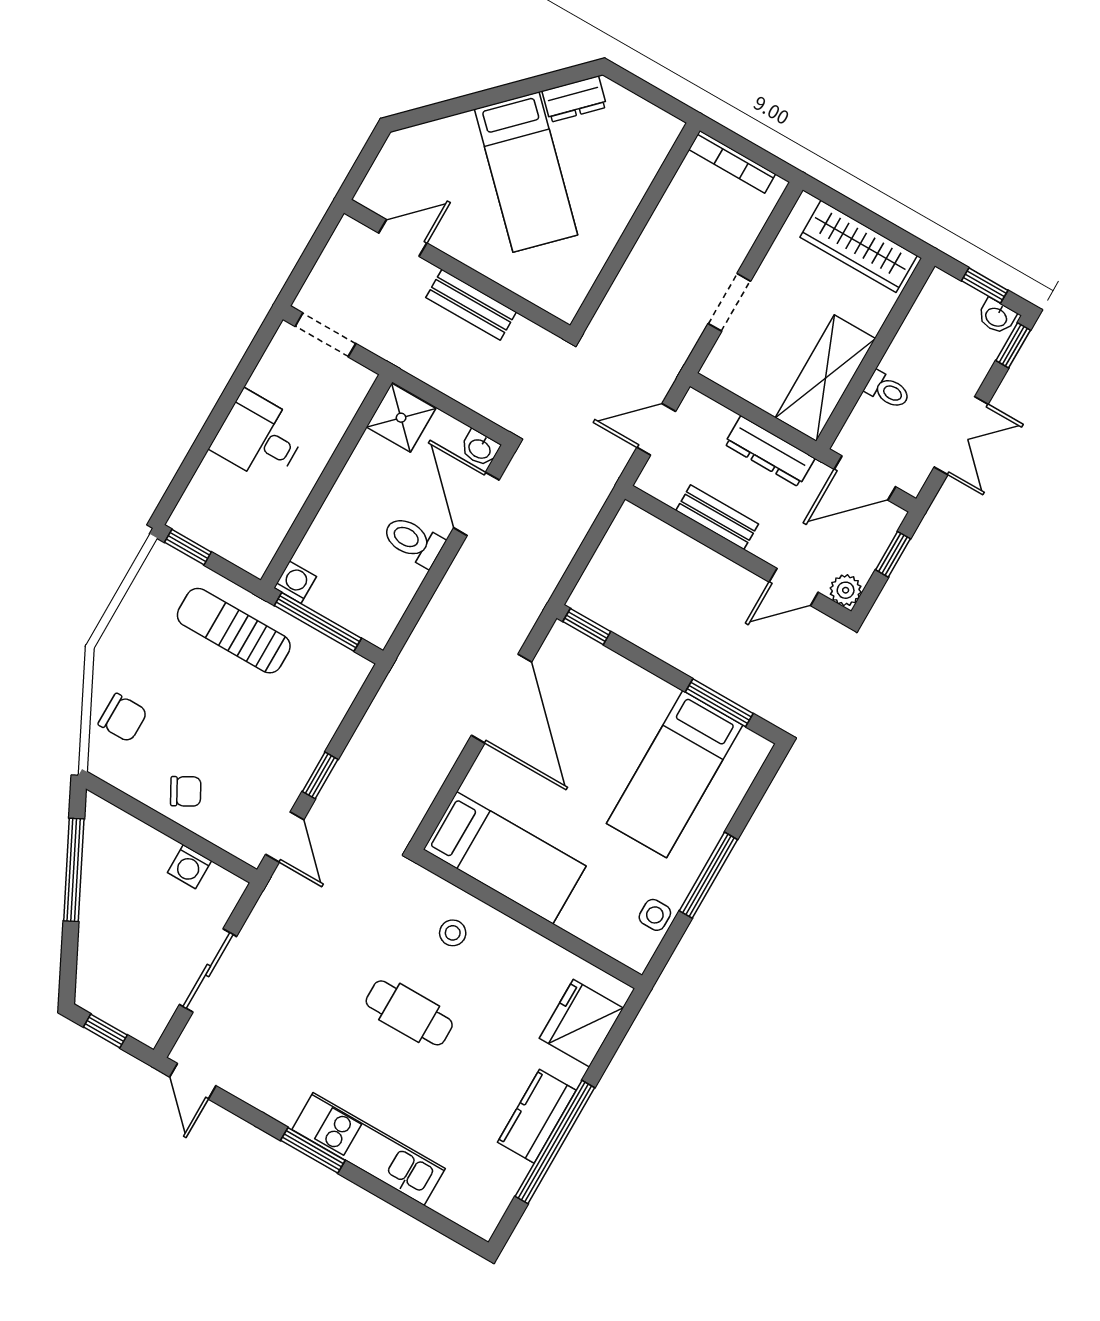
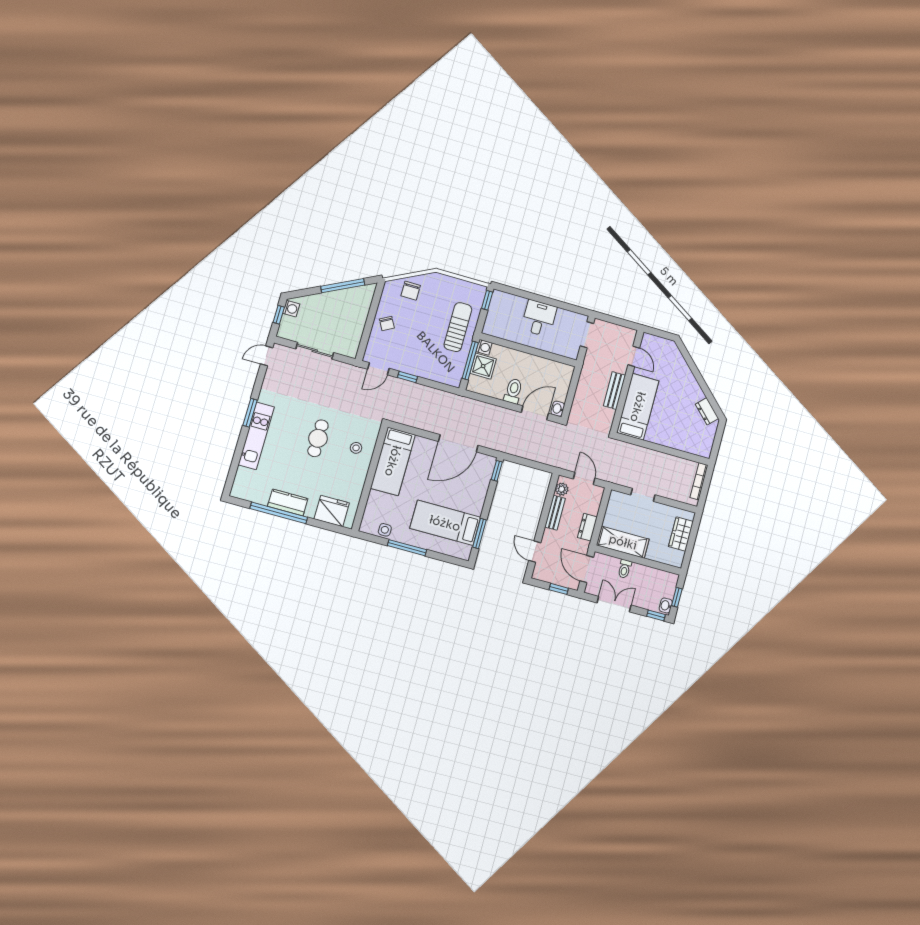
bed: (526, 172) -> (638, 407), moved, turned 135
wardrobe: (859, 246) -> (681, 534), width x0.67
shower: (401, 418) -> (483, 366), moved
double door: (961, 436) -> (614, 604), swing flipped
dresser: (770, 451) -> (587, 527), width x0.70
plant: (846, 590) -> (562, 489), moved
washing machine: (189, 867) -> (291, 309), moved, turned 180

